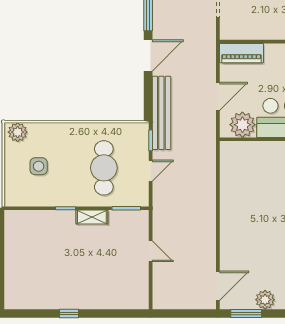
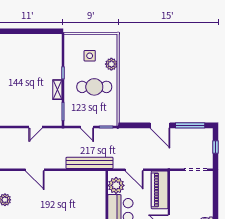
piano: (241, 53) -> (160, 190), width x1.37, depth x1.33
bench: (161, 113) -> (90, 163), moved
plant: (18, 132) -> (111, 64), moved
cafe table: (104, 168) -> (94, 87), moved
door: (218, 286) -> (35, 170), moved

